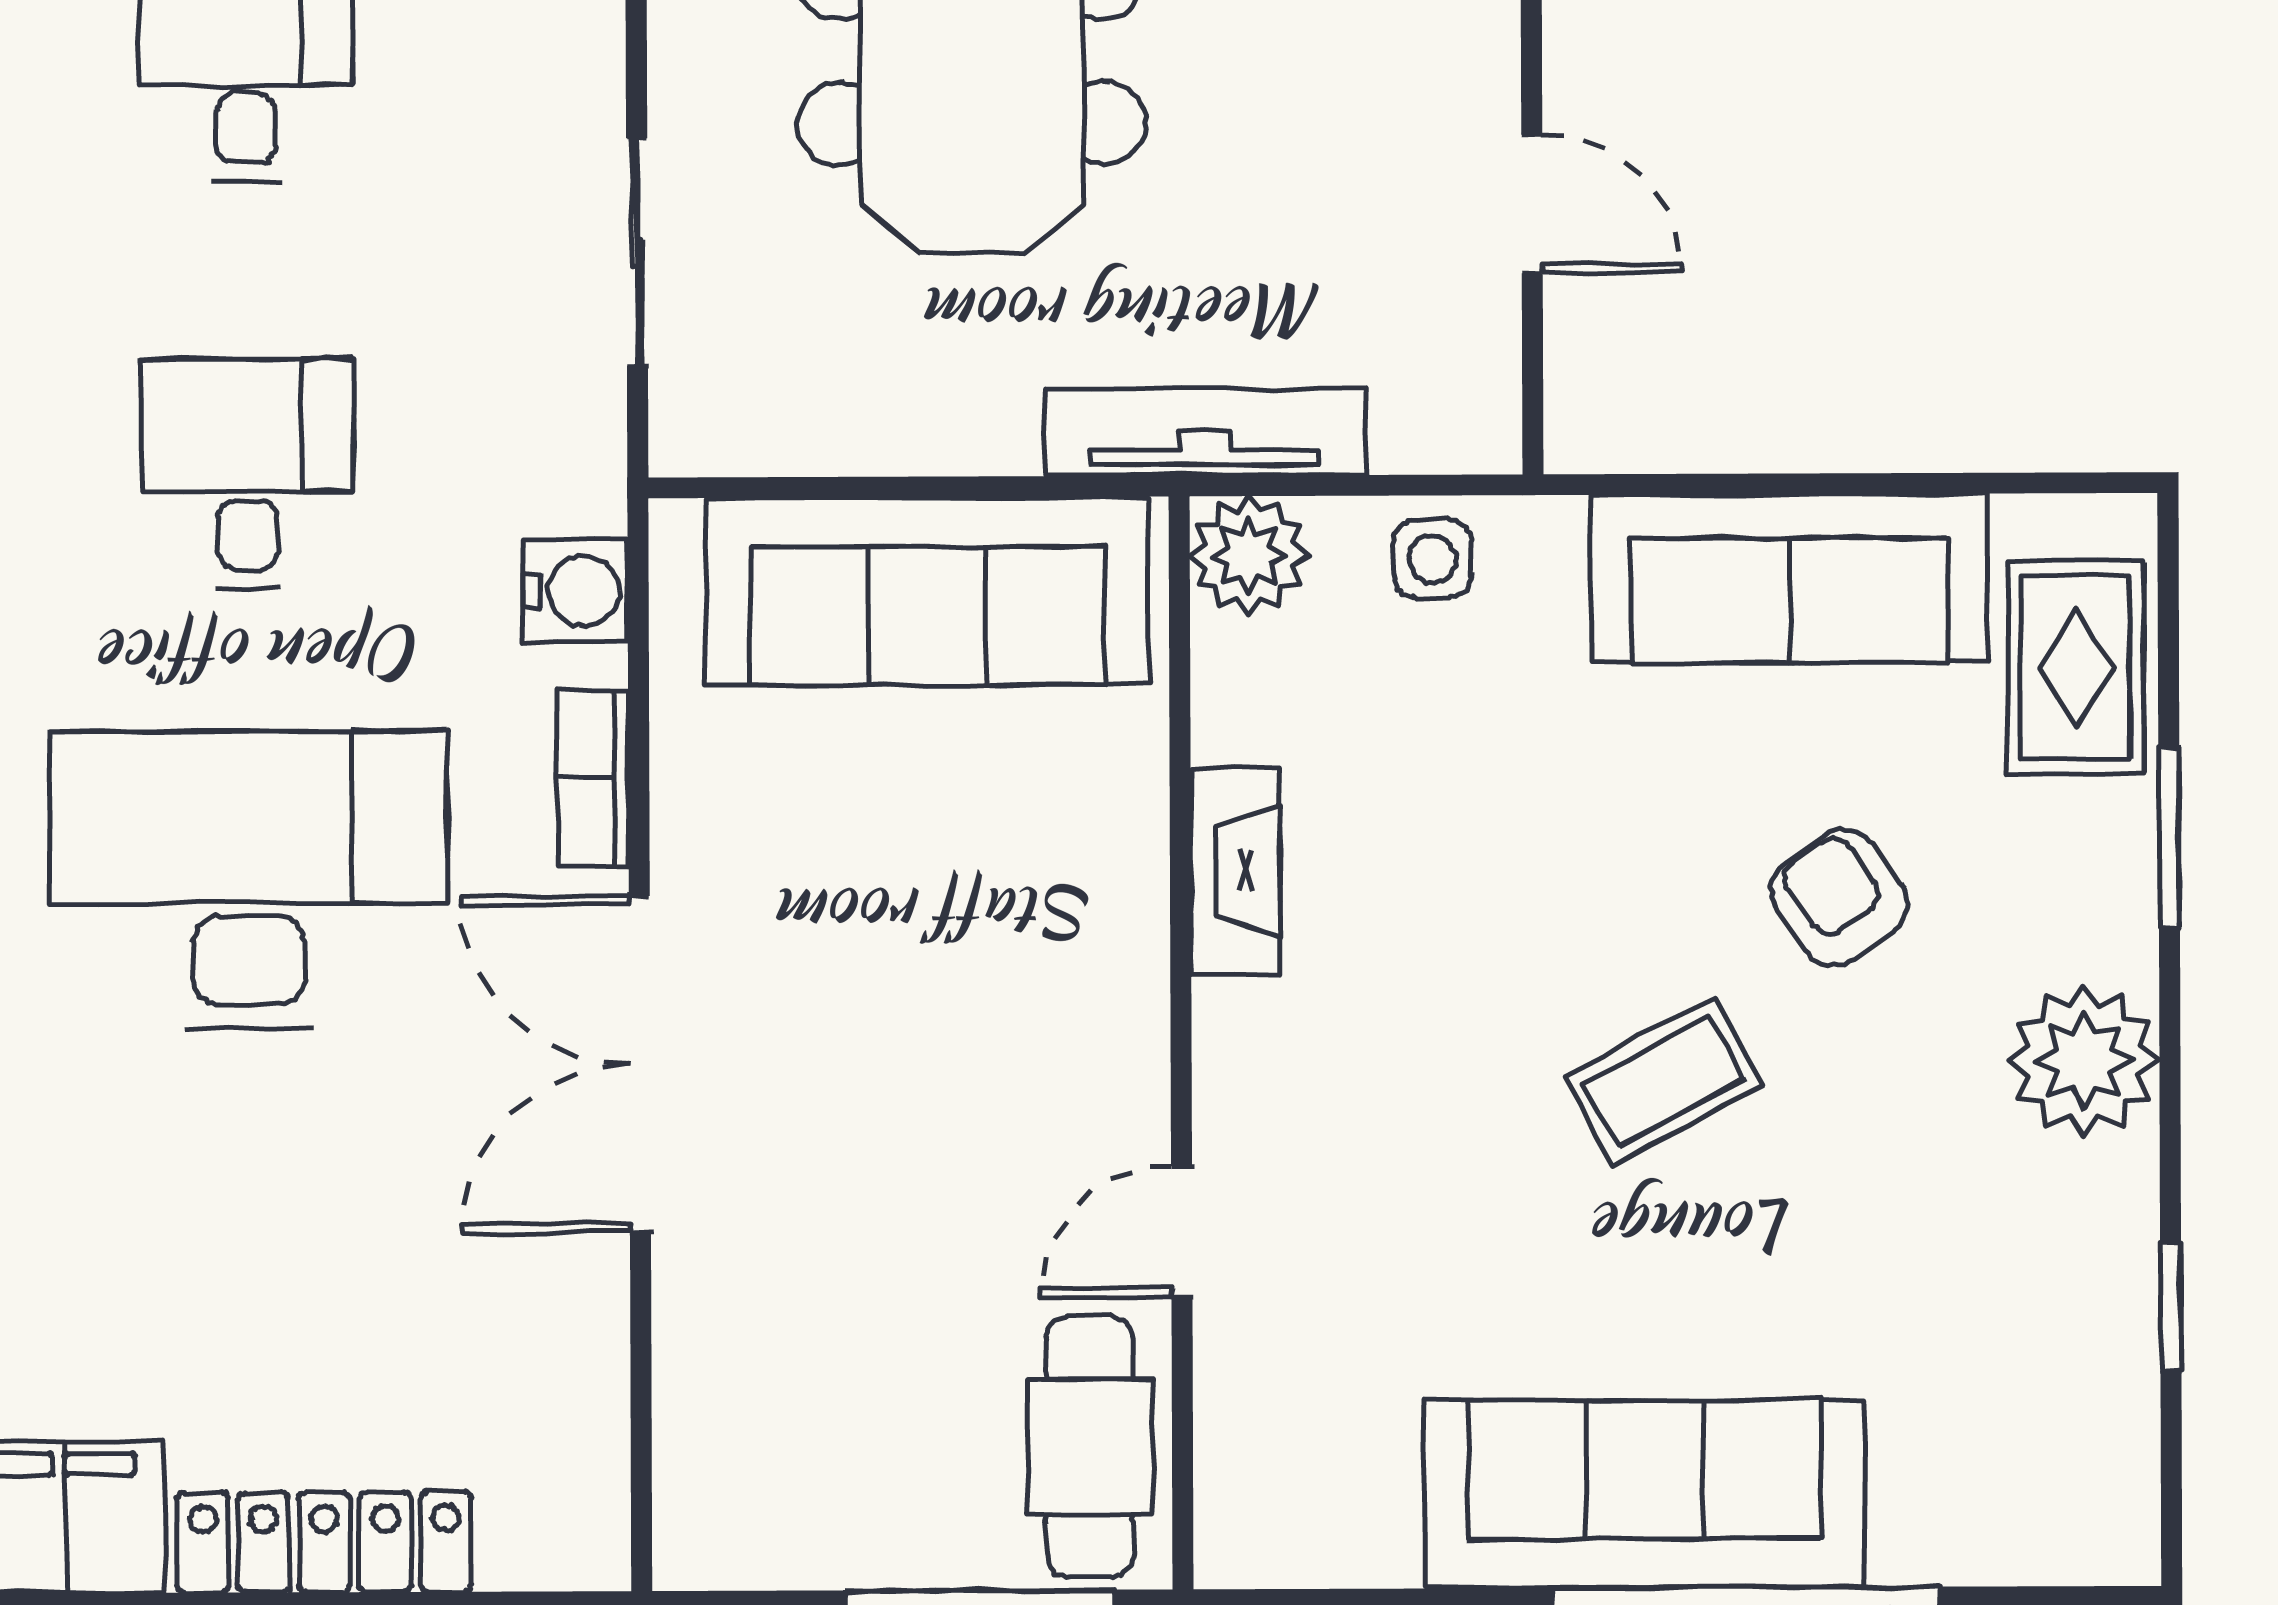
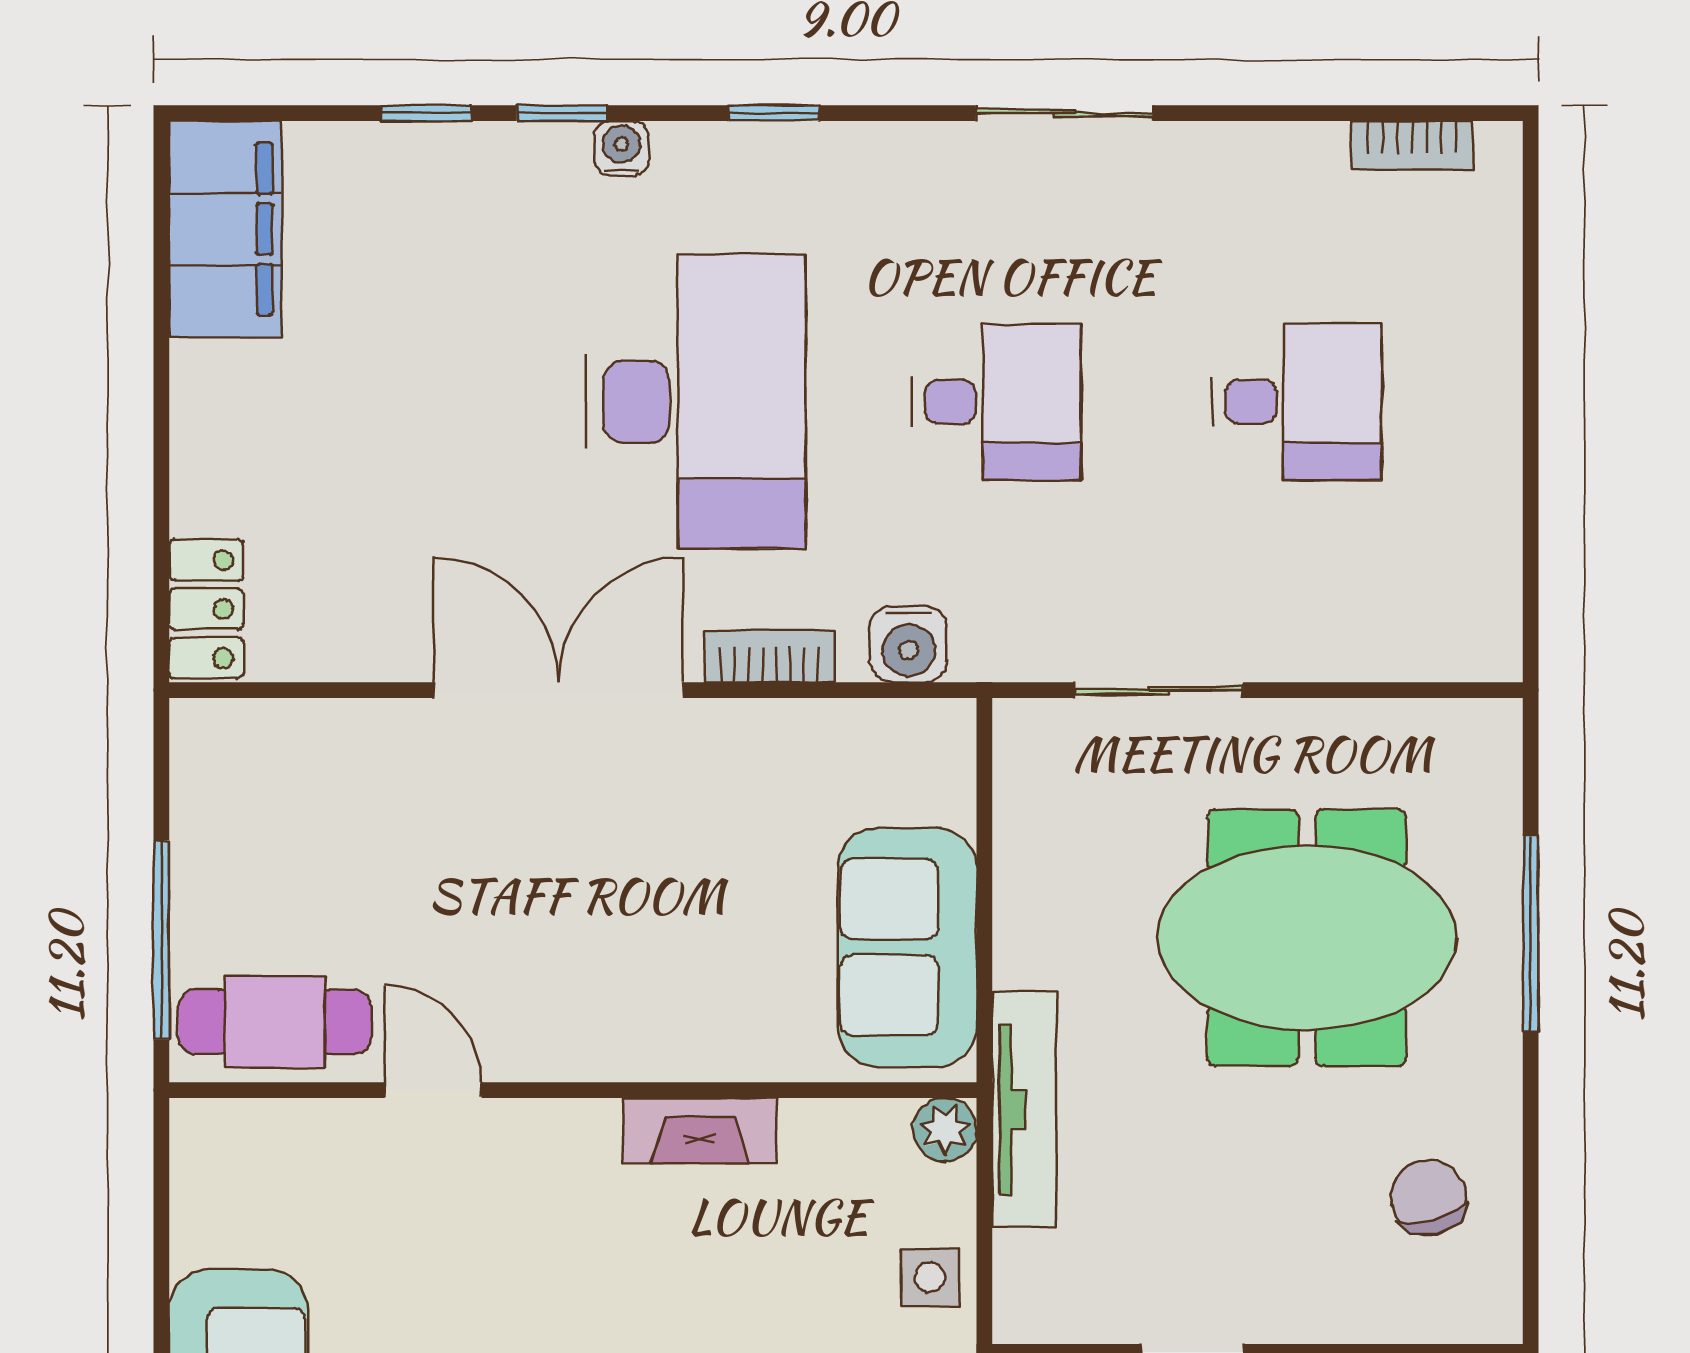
plant: (1249, 555) -> (945, 1130), width x0.73, depth x0.73
sofa: (927, 591) -> (907, 947), width x0.73
locker: (324, 1542) -> (206, 609), moved, width x0.66

